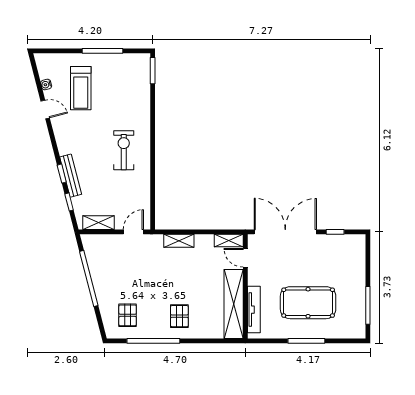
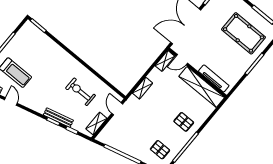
door: (45, 109) -> (11, 102), hinge flipped
exercise bike: (124, 150) -> (81, 92), moved
pool table: (308, 303) -> (244, 33), moved, turned 90

